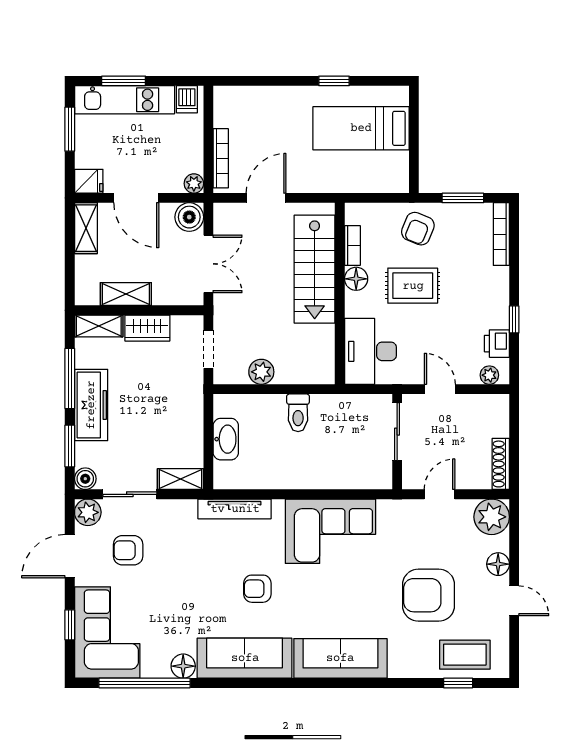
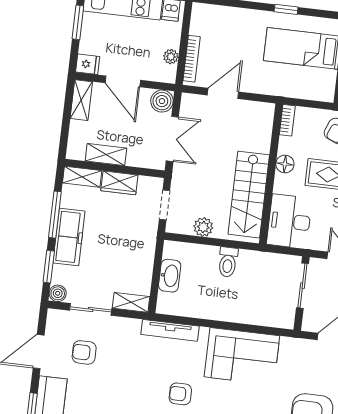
plant: (194, 184) -> (171, 57), moved
bookcase: (352, 246) -> (287, 120), moved
stairs: (315, 269) -> (249, 195), moved
plant: (88, 512) -> (57, 319), removed

